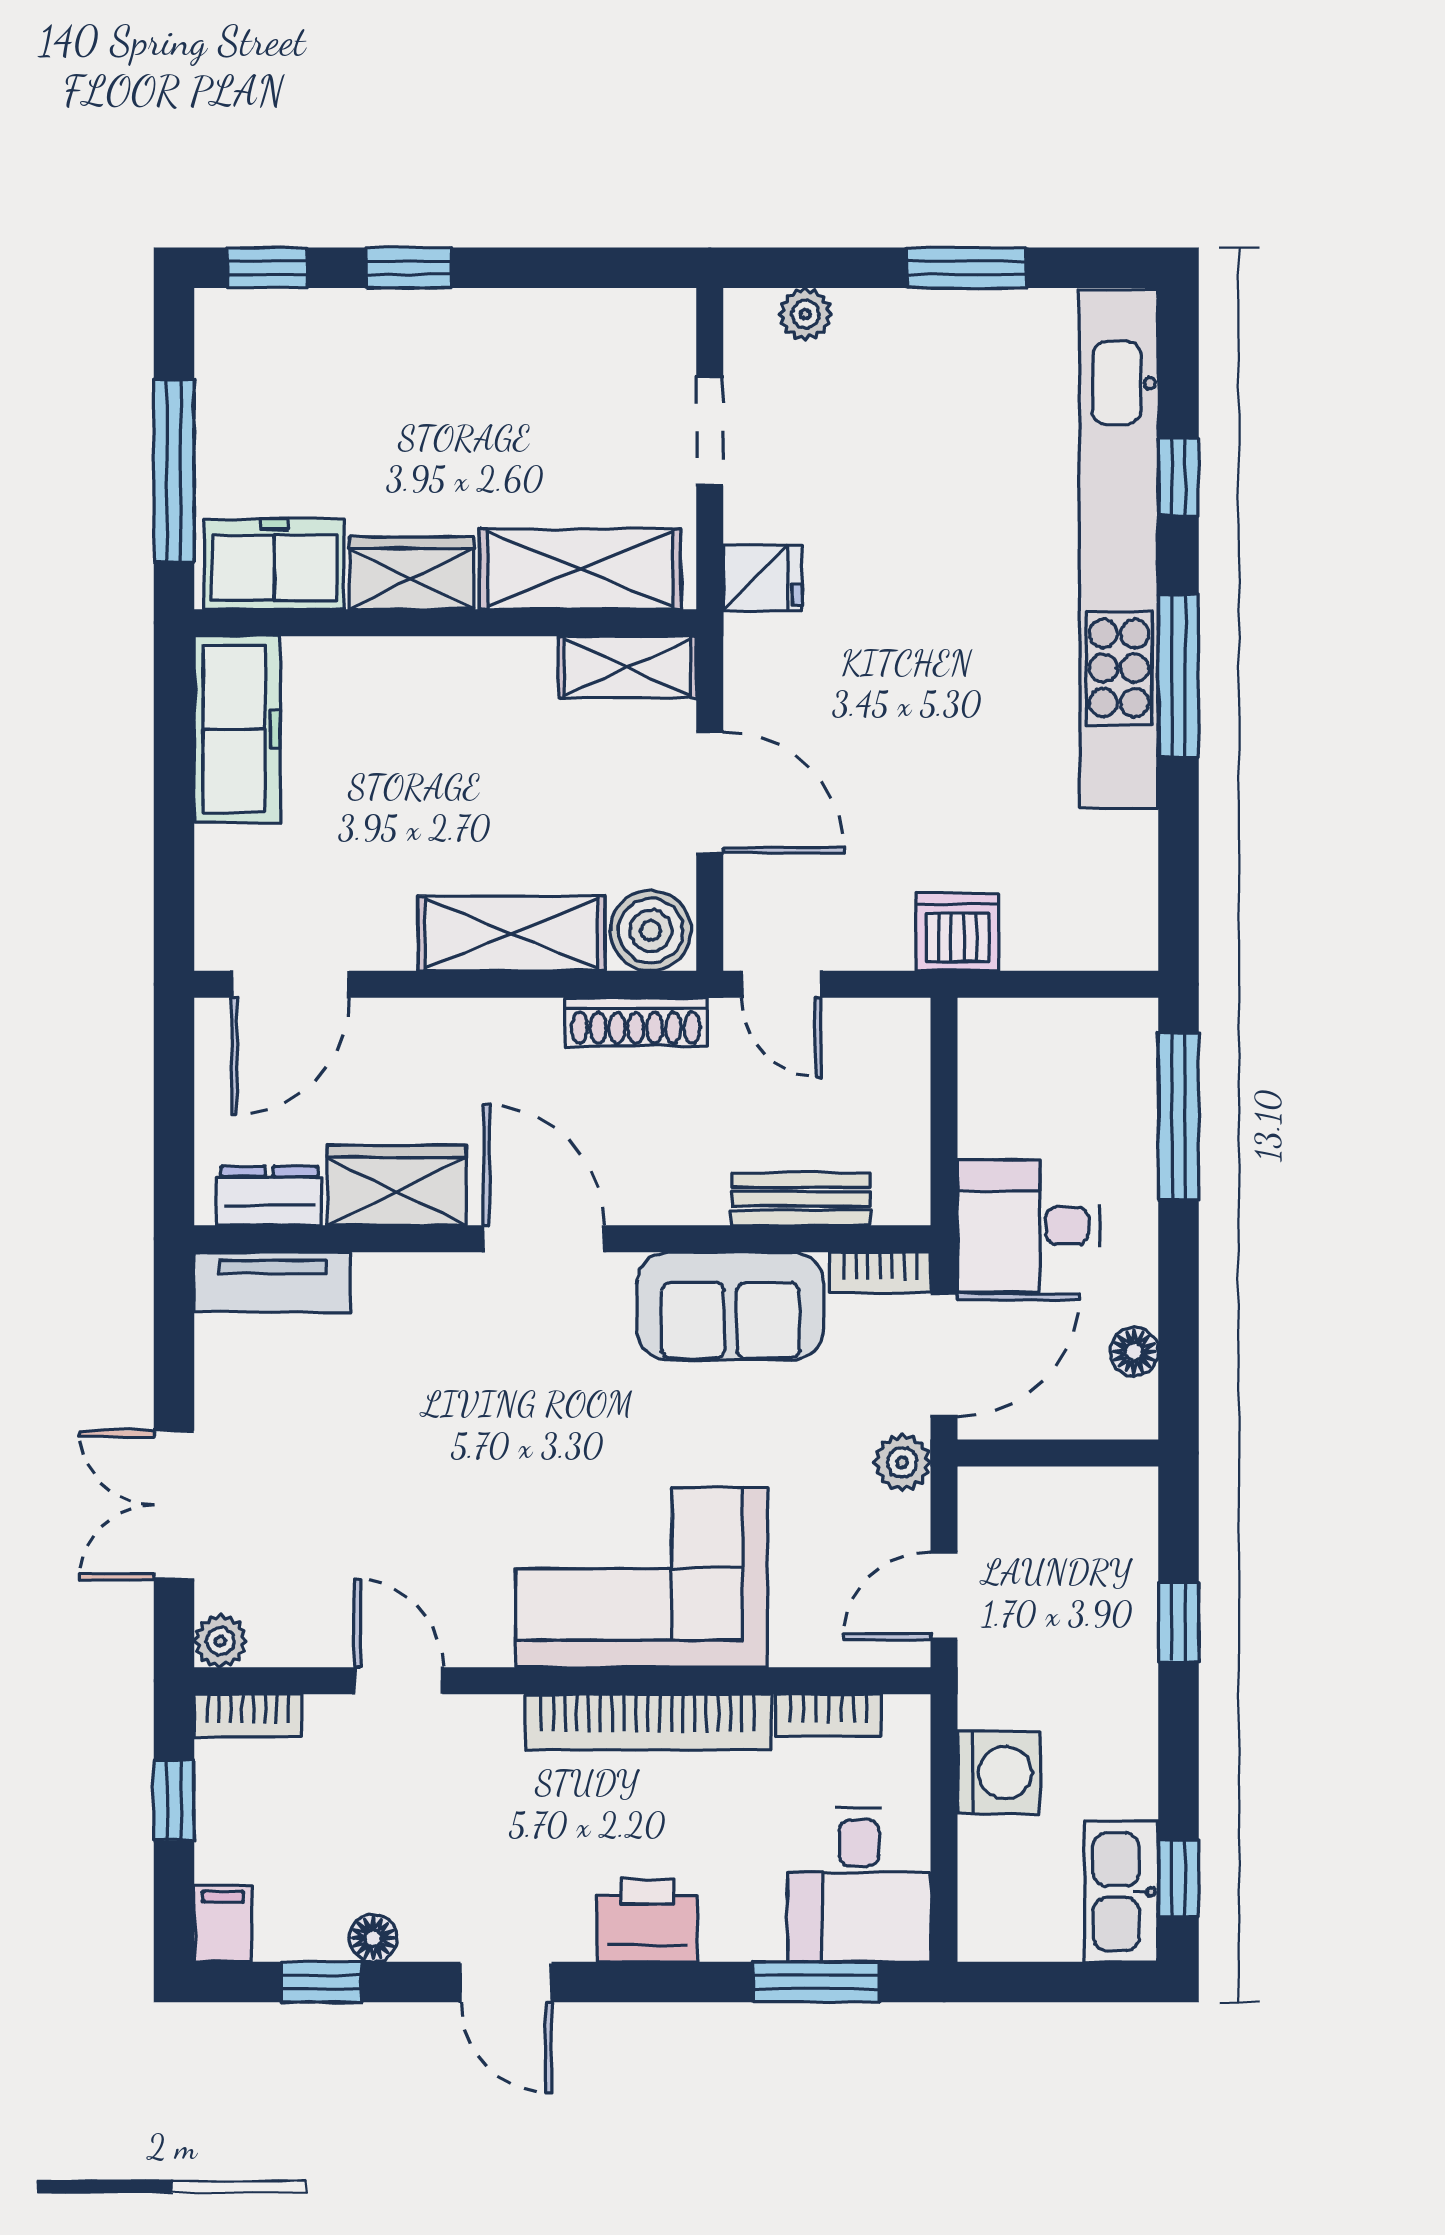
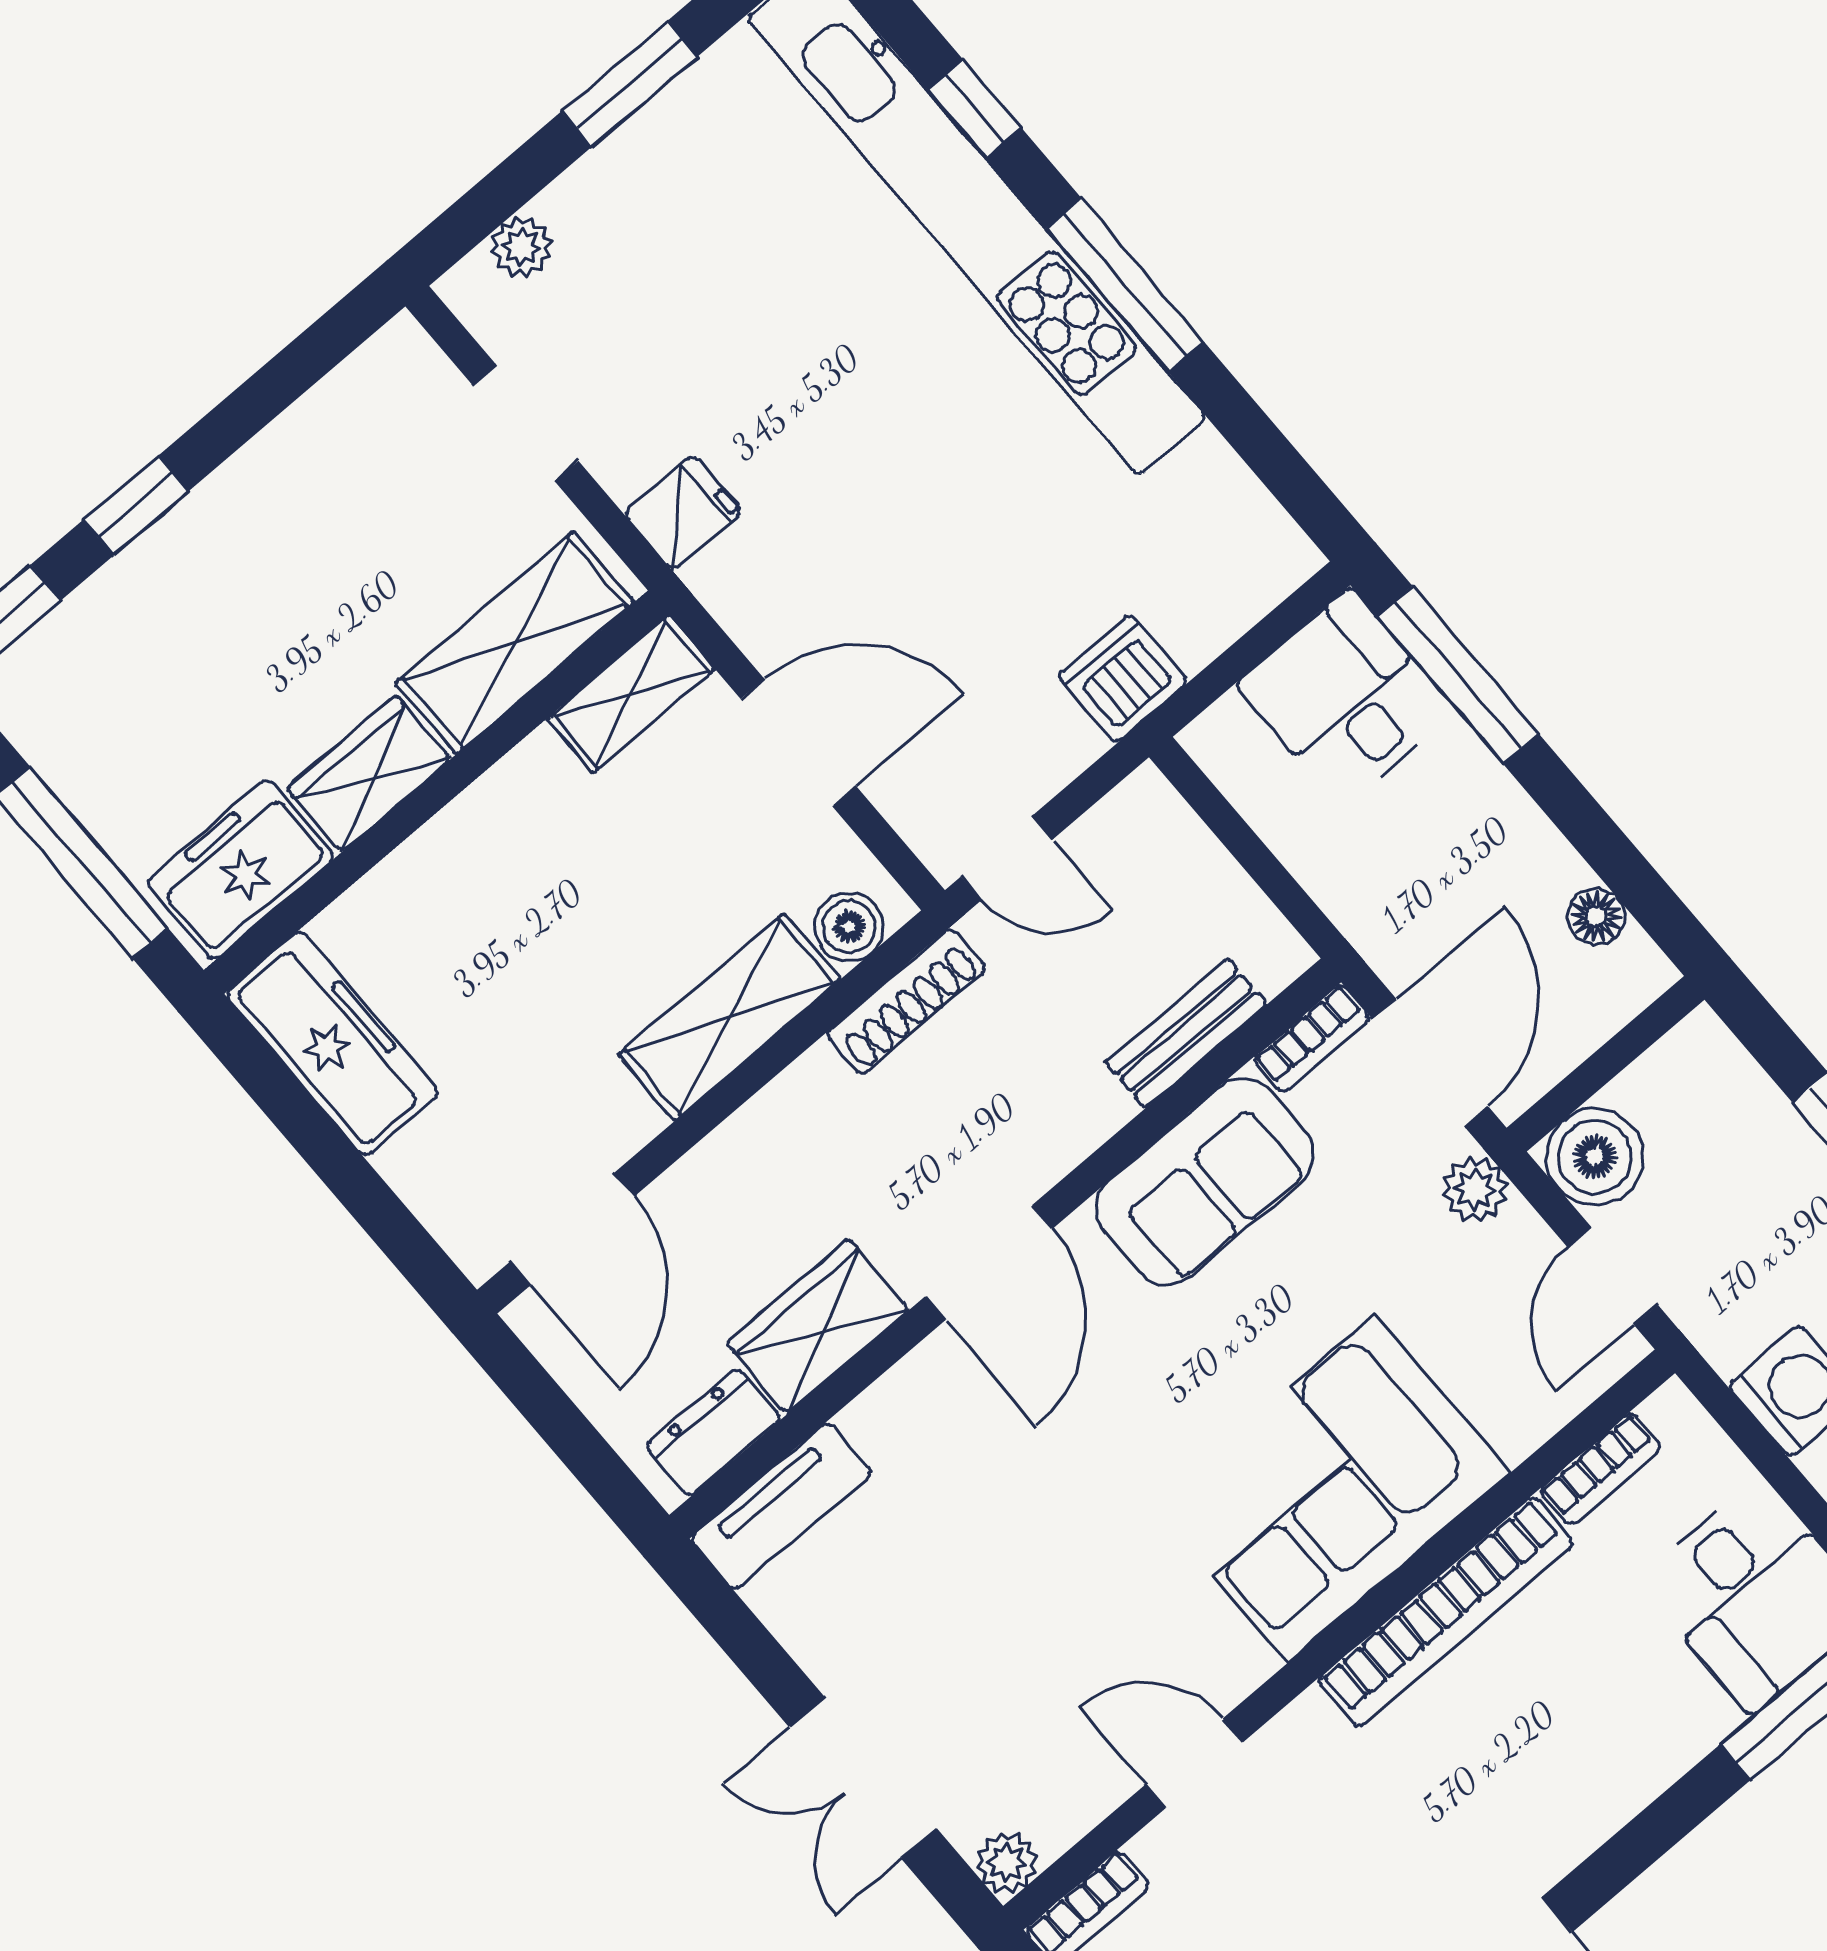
boiler: (651, 931) -> (849, 927), width x0.73, depth x0.73
desk: (1029, 1226) -> (1346, 698), moved, turned 90
door: (544, 1239) -> (989, 1263), swing flipped
boiler: (999, 1508) -> (1595, 1157), added
printer: (647, 1921) -> (1596, 1787), removed

